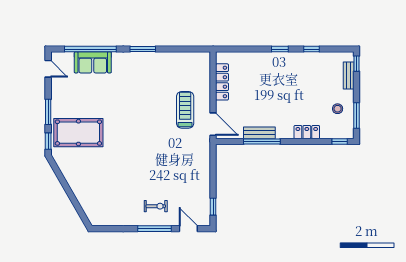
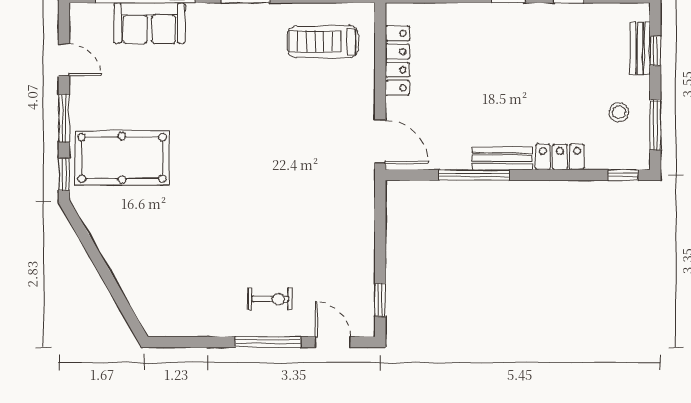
window: (356, 64) -> (655, 51), moved
door: (48, 69) -> (64, 60), moved
treadmill: (185, 110) -> (323, 42), moved, turned -90
bench: (259, 133) -> (502, 158), moved

